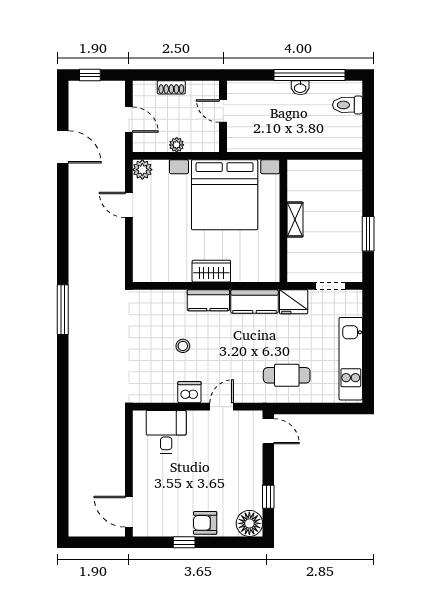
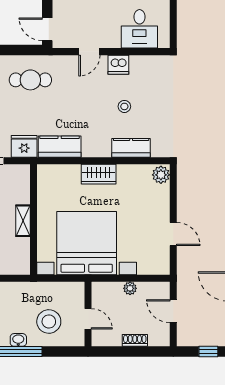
stool: (266, 108) -> (49, 321), added
plant: (142, 170) -> (161, 175), moved
kitchen counter: (208, 300) -> (131, 148), moved

